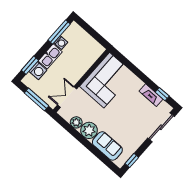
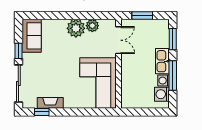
window: (59, 32) -> (173, 75), moved
washing machine: (38, 71) -> (162, 94), moved
window: (36, 99) -> (142, 16), width x0.69
sofa: (107, 146) -> (32, 36), moved, turned -90
window: (132, 160) -> (18, 51), moved

